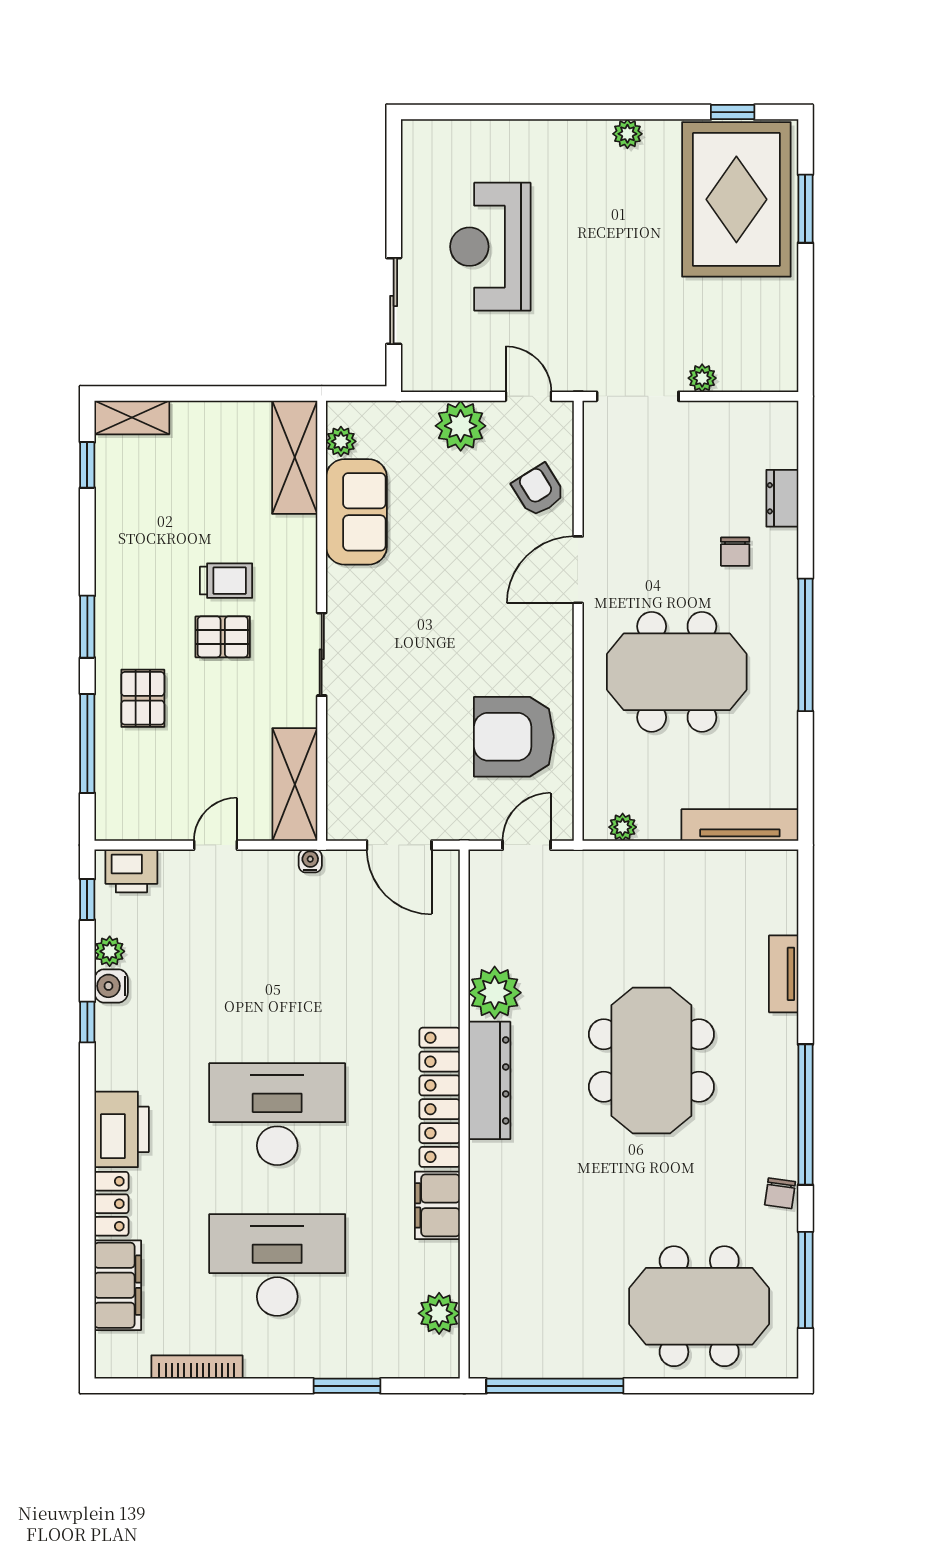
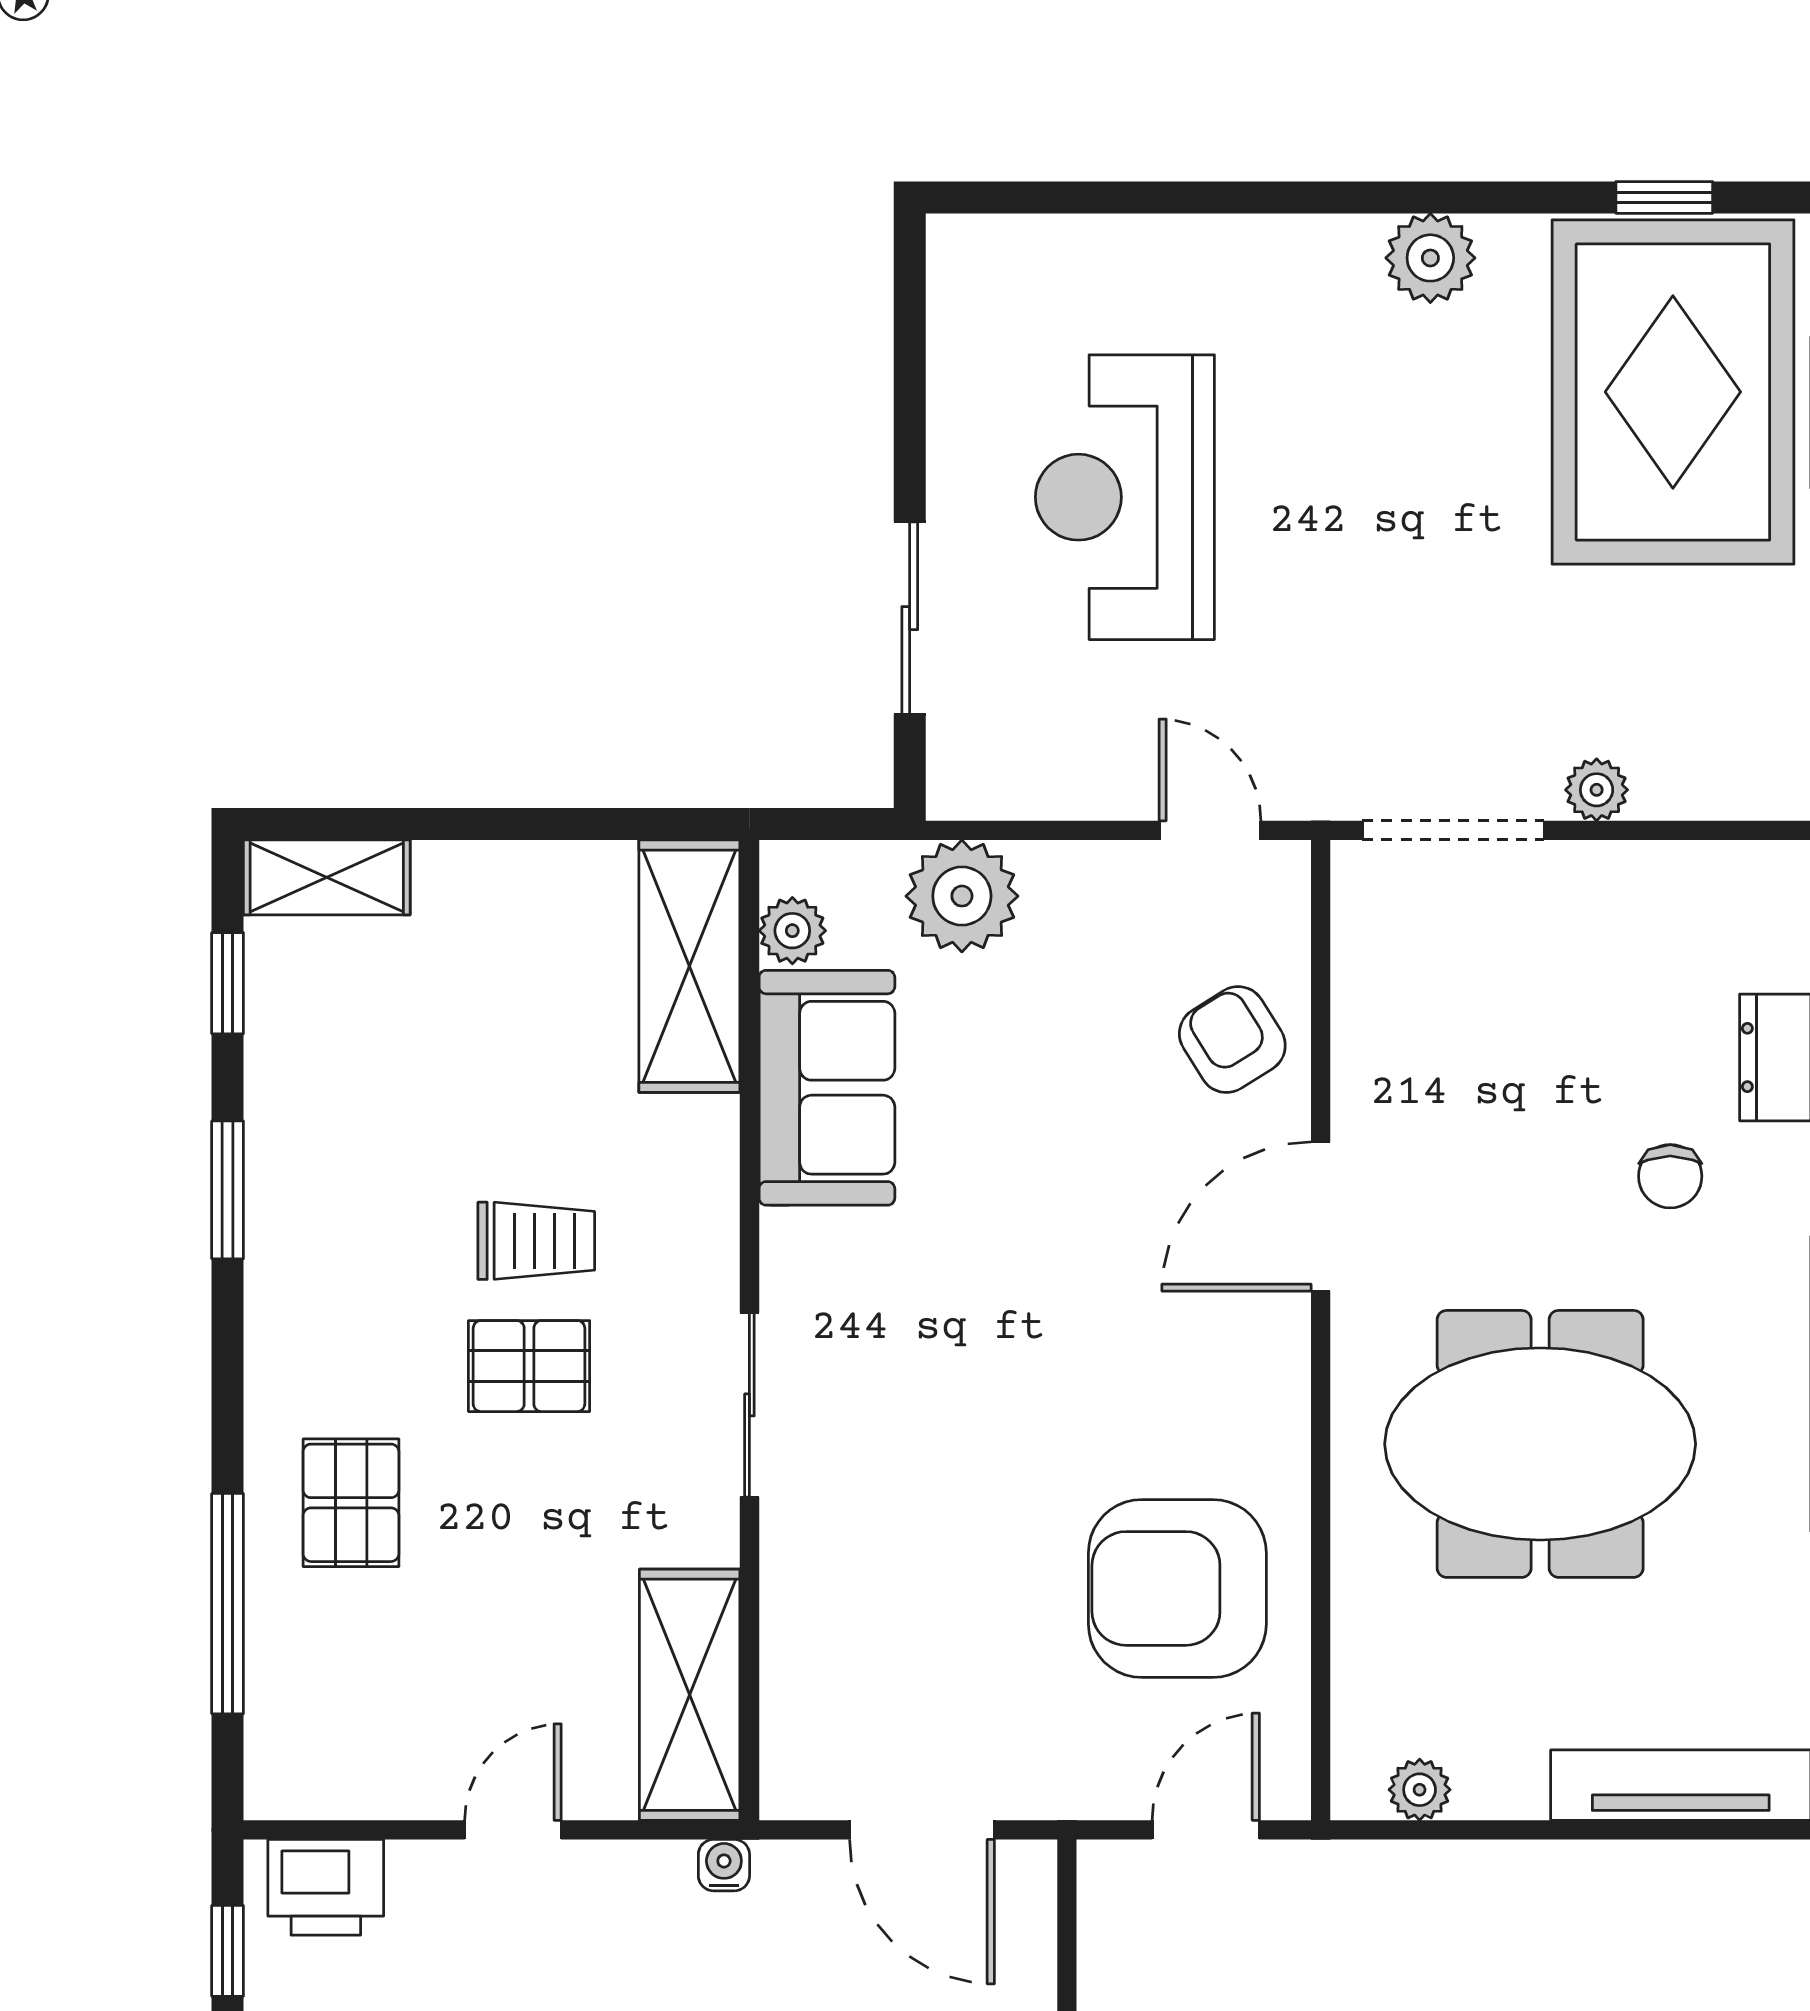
plant: (627, 134) -> (1430, 258), width x1.38, depth x1.38
plant: (461, 426) -> (962, 896), moved
window: (87, 627) -> (228, 1190), moved

